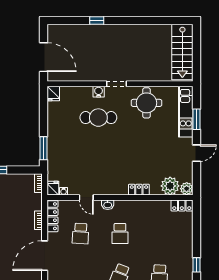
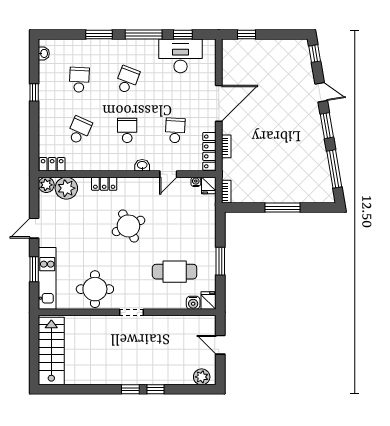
window: (117, 20) -> (130, 389), added
plant: (59, 31) -> (202, 377), added
door: (43, 57) -> (220, 345), width x0.53
water cooler: (99, 92) -> (193, 303), moved
cafe table: (98, 118) -> (175, 272), moved
window: (43, 148) -> (220, 261), moved
round table: (119, 155) -> (128, 226), added
door: (86, 197) -> (168, 174), swing flipped
school desk: (159, 233) -> (79, 130), added

